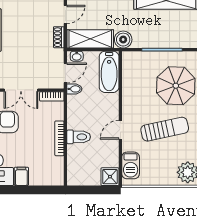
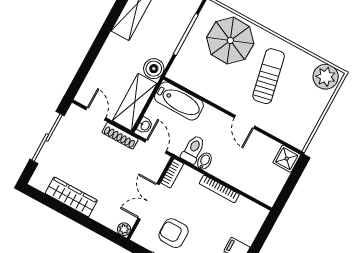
shoe rack: (59, 37) -> (120, 136), width x1.43
bidet: (74, 89) -> (204, 161), moved
double door: (21, 90) -> (148, 201), swing flipped
toilet: (79, 137) -> (193, 149), moved
barbecue: (131, 165) -> (287, 131), removed

